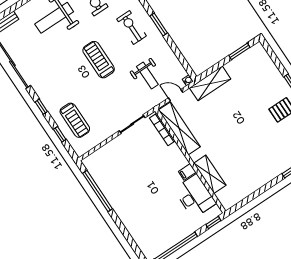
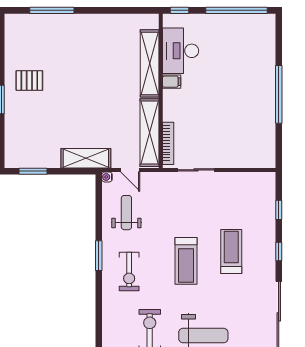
weight bench: (147, 75) -> (126, 213), moved
treadmill: (75, 120) -> (231, 251), moved
shelving: (210, 174) -> (150, 63), width x1.47
window: (97, 191) -> (279, 94), moved

